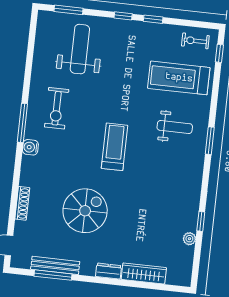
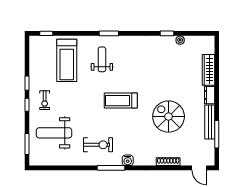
exercise bike: (195, 41) -> (45, 100), moved
bench: (55, 265) -> (210, 122), moved

